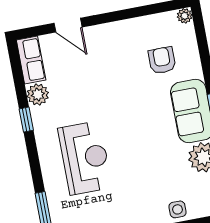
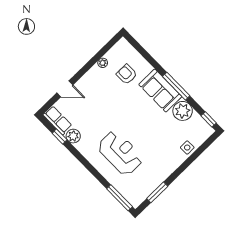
plant: (185, 16) -> (103, 63), moved
window: (26, 120) -> (60, 137), moved

